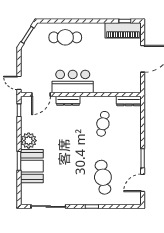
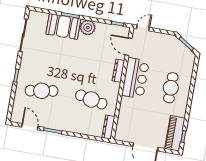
cafe table: (65, 37) -> (171, 88), moved
cafe table: (103, 124) -> (91, 99), width x1.37, depth x1.35

